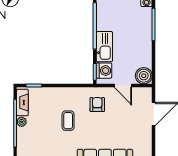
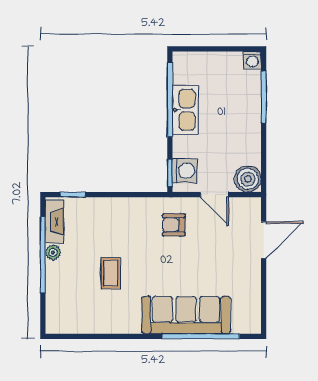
kitchen sink: (104, 47) -> (185, 110), moved
armchair: (97, 105) -> (174, 225), turned -90
coffee table: (68, 121) -> (111, 273), moved

